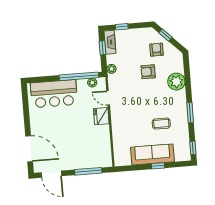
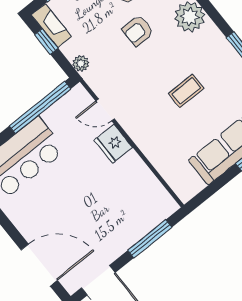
plant: (92, 83) -> (66, 103), removed
coffee table: (161, 124) -> (186, 91), moved

